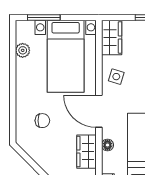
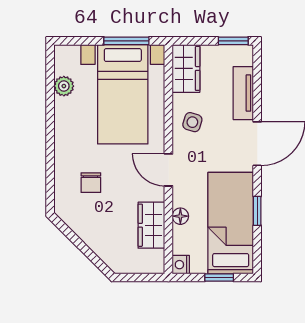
window: (44, 17) -> (126, 41), moved
door: (99, 111) -> (168, 170), width x0.73
chair: (42, 121) -> (91, 183), turned 90

